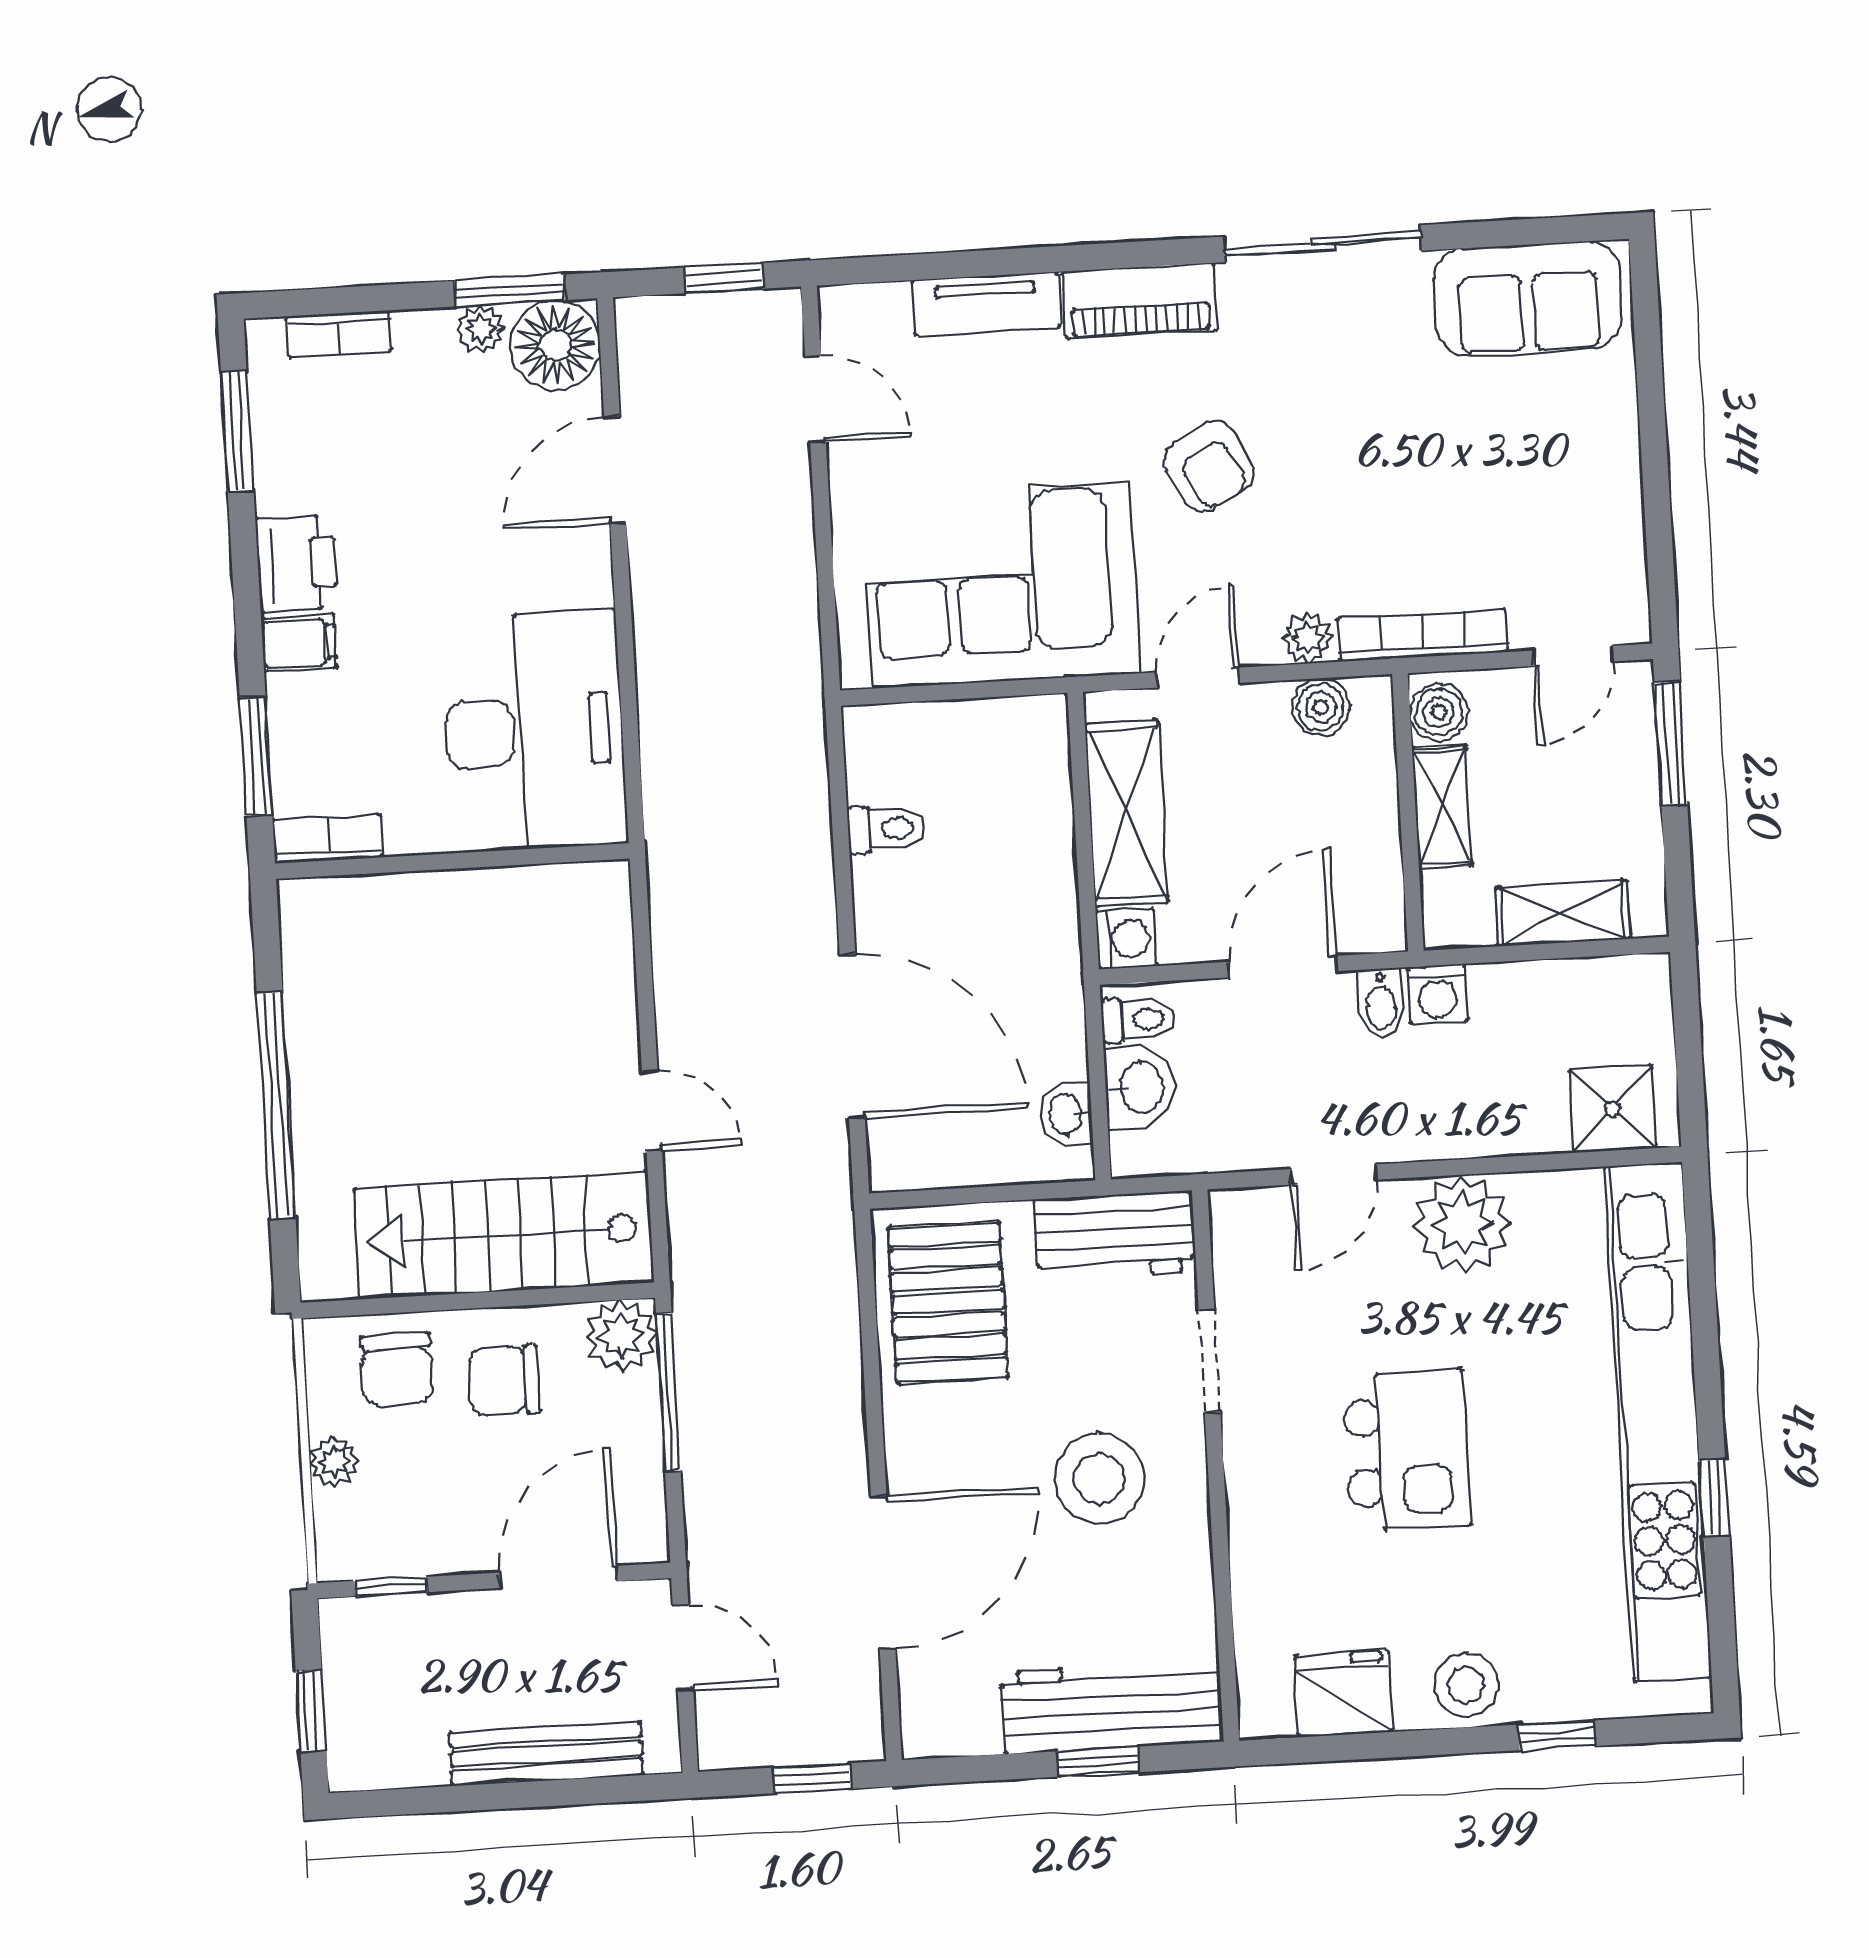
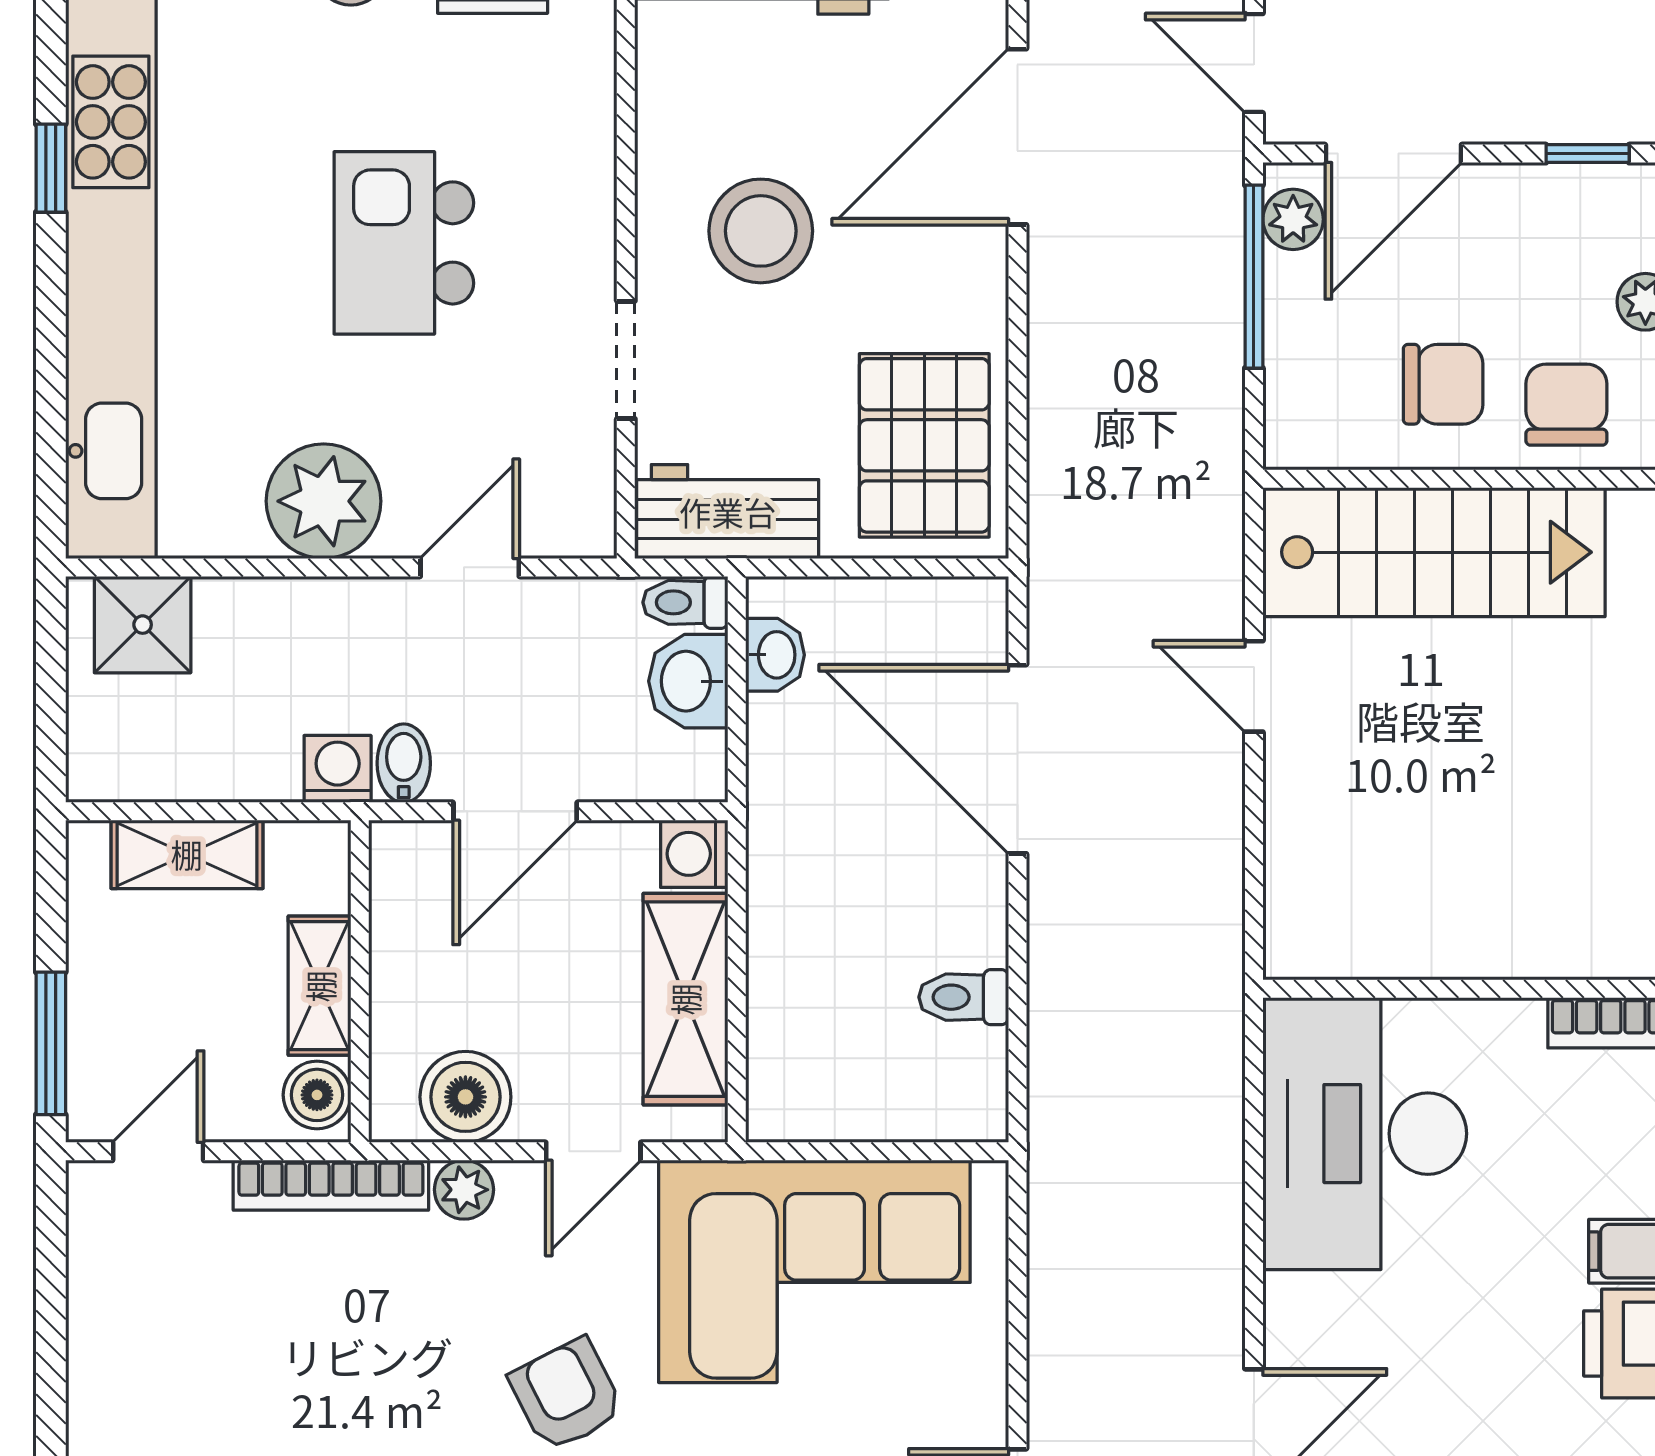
boiler: (1321, 707) -> (465, 1097), width x1.36, depth x1.36
toilet: (1138, 1019) -> (685, 602), moved
plant: (621, 1336) -> (1293, 219), moved, width x0.73, depth x0.73
window: (668, 1392) -> (1254, 277), moved

